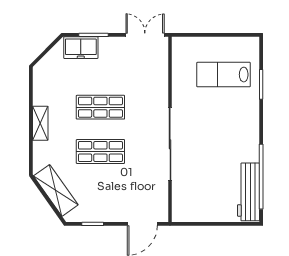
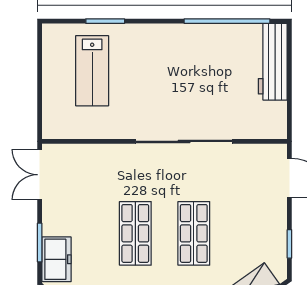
workbench: (248, 192) -> (273, 62), moved, turned 90

